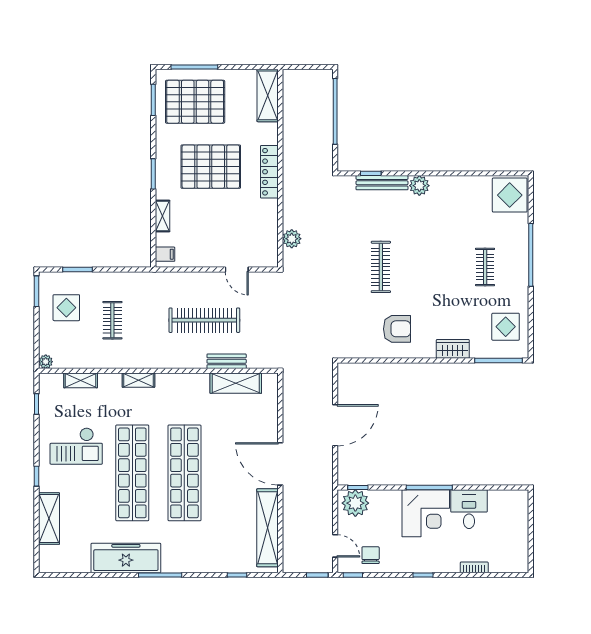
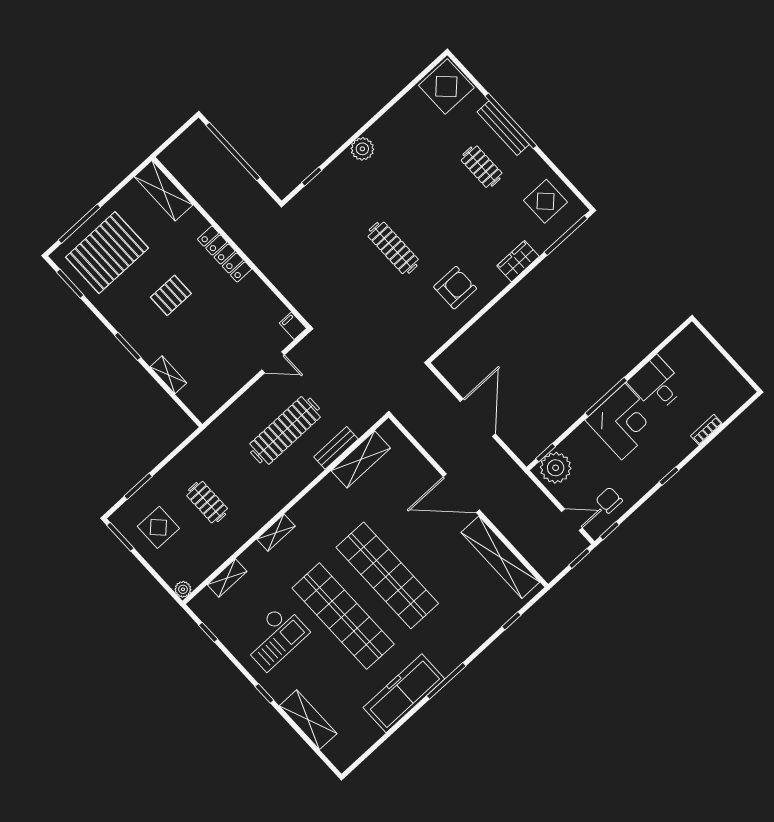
pallet: (211, 167) -> (171, 295), width x0.49, depth x0.50
bench: (382, 183) -> (503, 128), moved, turned 90
plant: (292, 239) -> (296, 293), removed
filing cabinet: (165, 254) -> (293, 326), moved, turned -90

